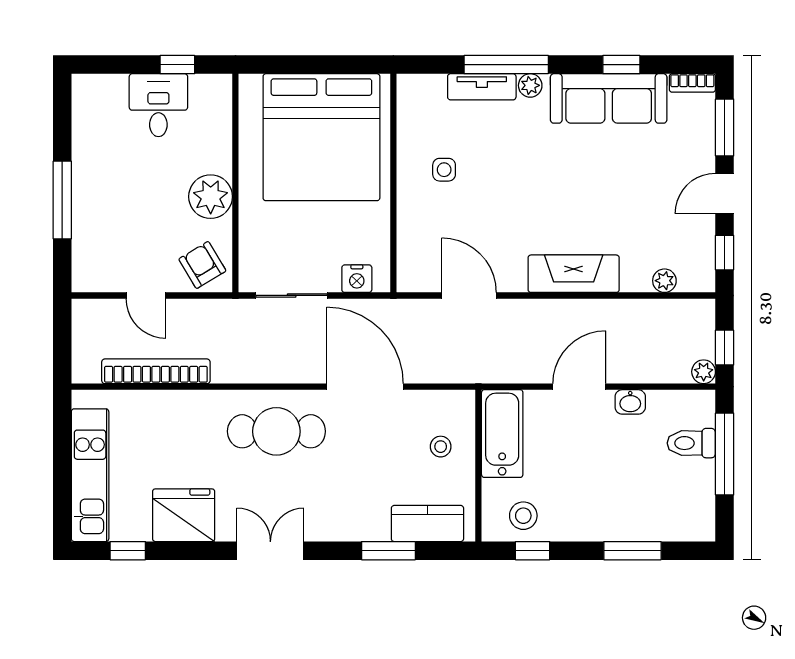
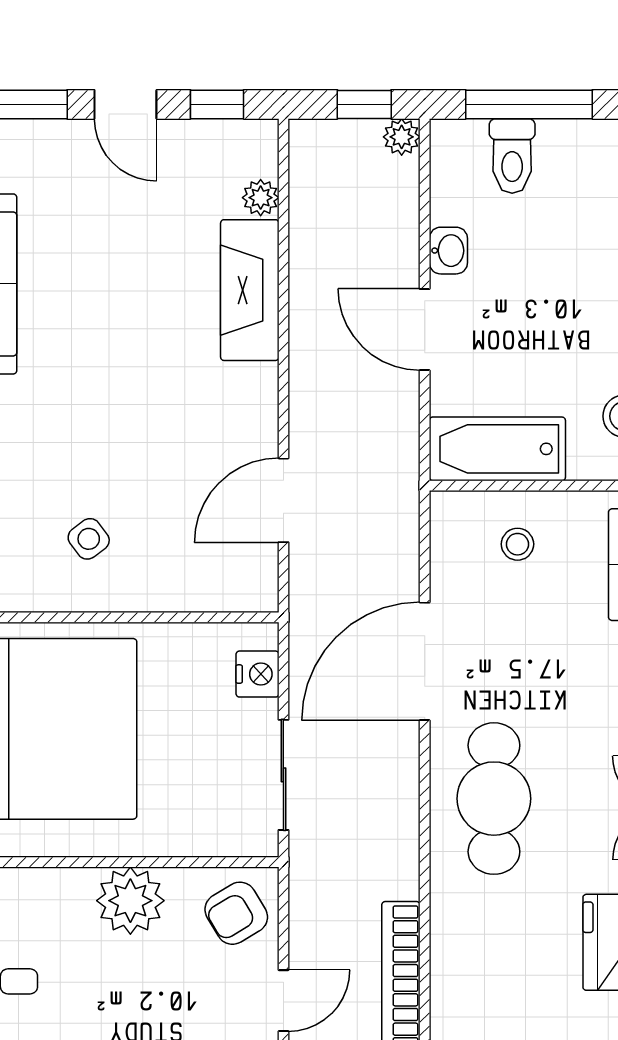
side table: (444, 170) -> (89, 539), turned -37
fireplace: (574, 274) -> (250, 290), moved

